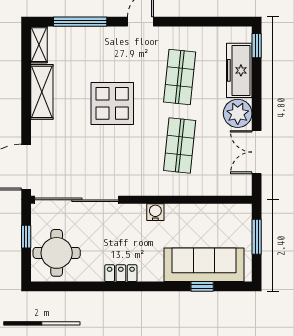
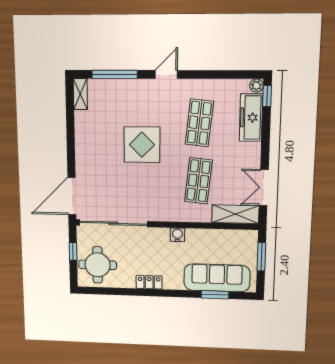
shelving: (42, 92) -> (235, 214), moved, turned 90
plant: (238, 113) -> (256, 86), moved, width x0.53, depth x0.53
window: (202, 286) -> (215, 295), width x1.50

